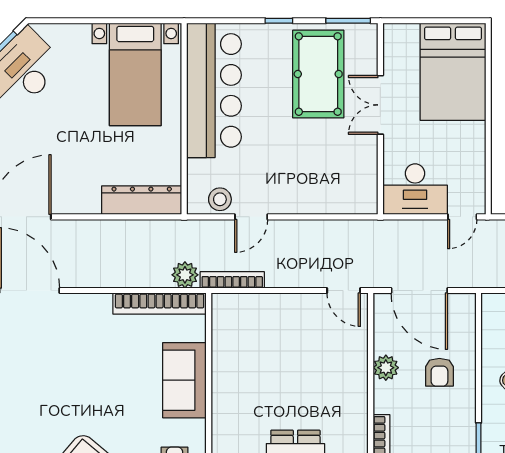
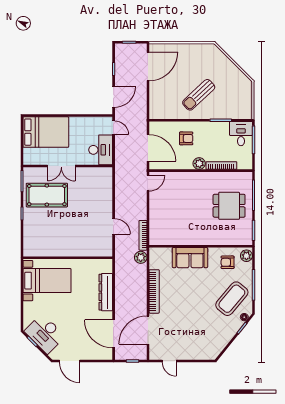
bar counter: (214, 90) -> (54, 244), removed
stool: (220, 199) -> (105, 241), removed
dresser: (142, 200) -> (106, 292), moved
door: (419, 291) -> (148, 148), hinge flipped
bookcase: (160, 304) -> (154, 291), moved
plant: (386, 368) -> (199, 163), moved

